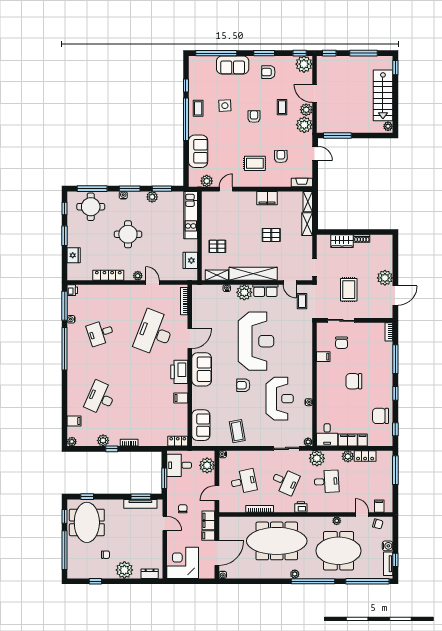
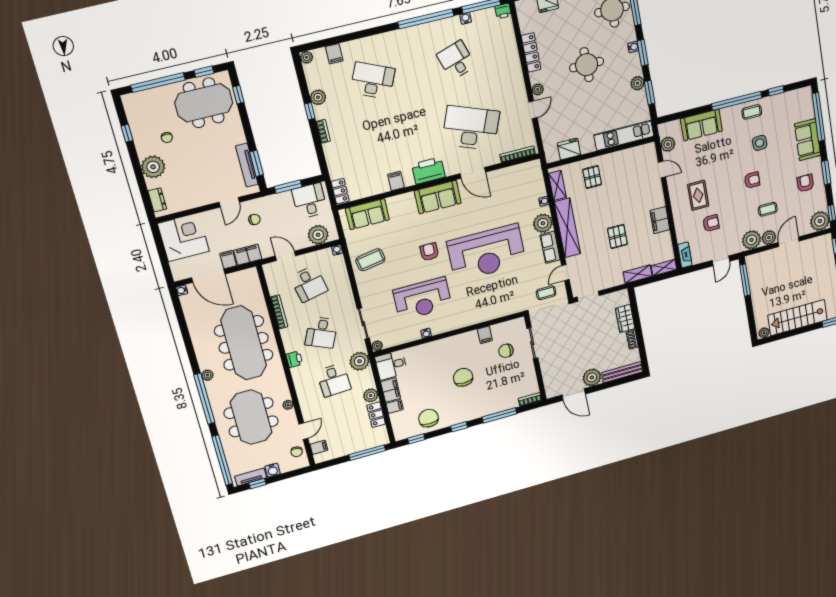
bench: (388, 252) -> (622, 372), added
rug: (349, 290) -> (570, 342), removed

